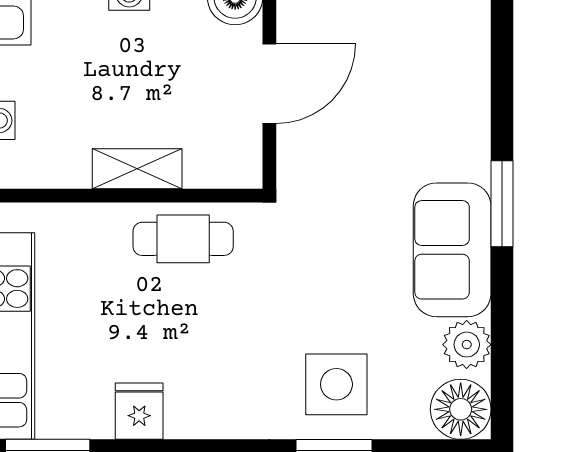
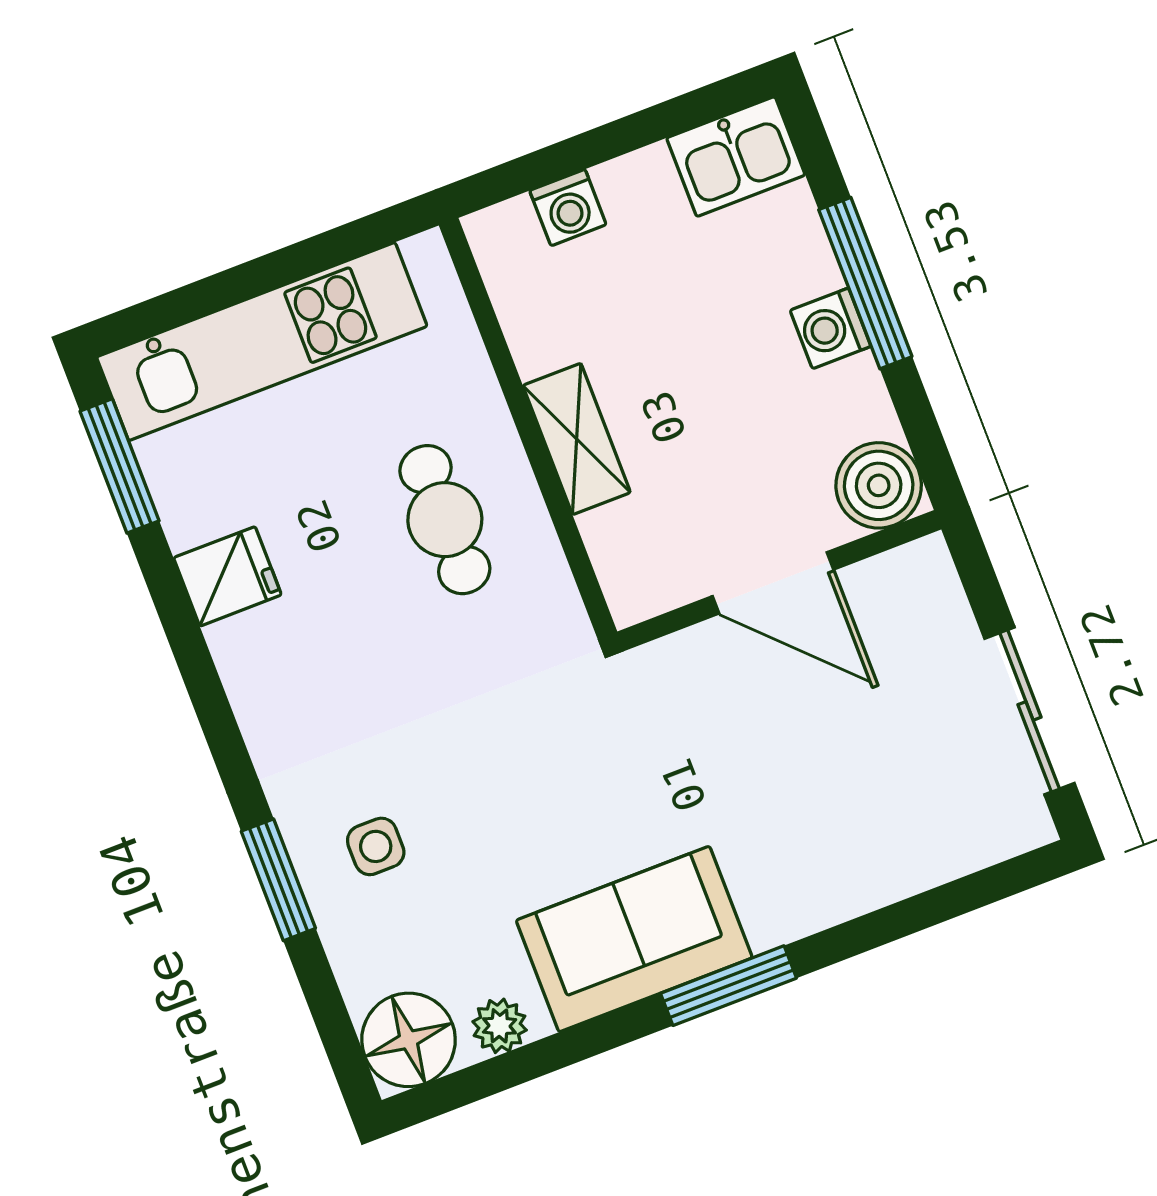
cafe table: (183, 239) -> (445, 520), moved
plant: (467, 345) -> (500, 1026), width x0.73, depth x0.73
side table: (336, 384) -> (376, 846), width x0.54, depth x0.54

